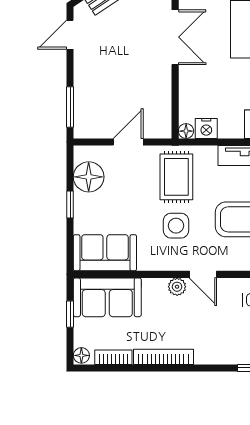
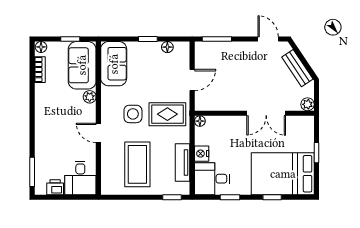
nightstand: (206, 128) -> (202, 154), moved
door: (128, 142) -> (192, 80), hinge flipped
floor lamp: (89, 177) -> (167, 47), width x0.53, depth x0.53
door: (203, 274) -> (98, 133), hinge flipped
plant: (177, 287) -> (90, 97), moved
bookcase: (163, 357) -> (40, 105), removed

